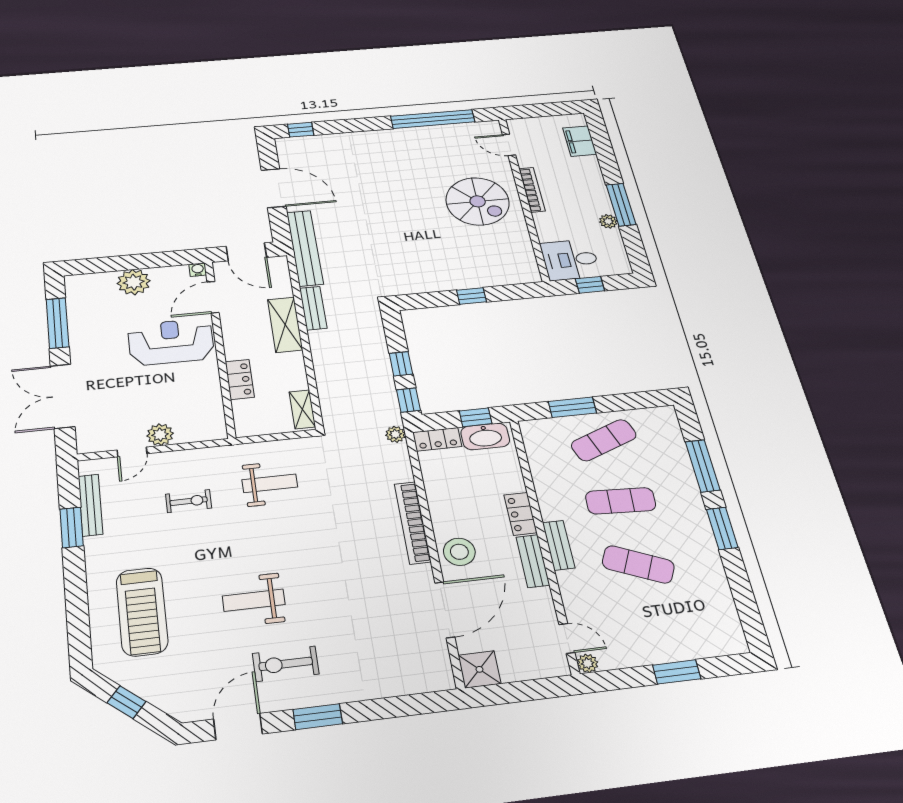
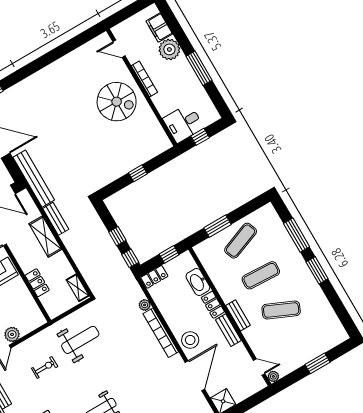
window: (433, 119) -> (67, 47), removed
plant: (608, 221) -> (169, 49), moved, width x1.88, depth x1.88
plant: (395, 434) -> (145, 305), moved
washbasin: (485, 436) -> (198, 282), moved, turned 90
weight bench: (270, 483) -> (80, 340), width x1.36, depth x1.33

